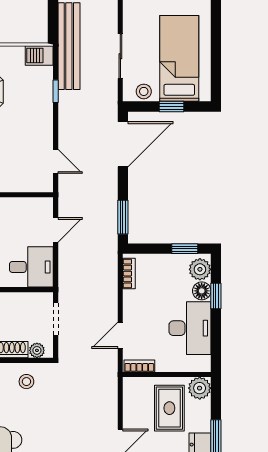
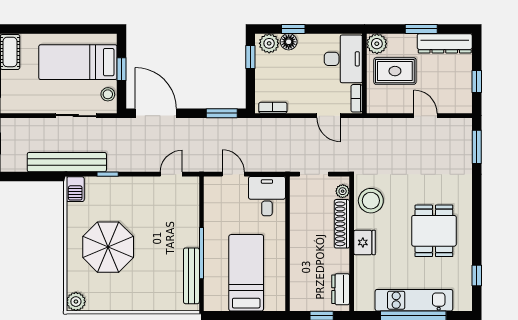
desk: (190, 328) -> (343, 59), moved, turned 90
stool: (26, 382) -> (371, 201), width x1.89, depth x1.89

